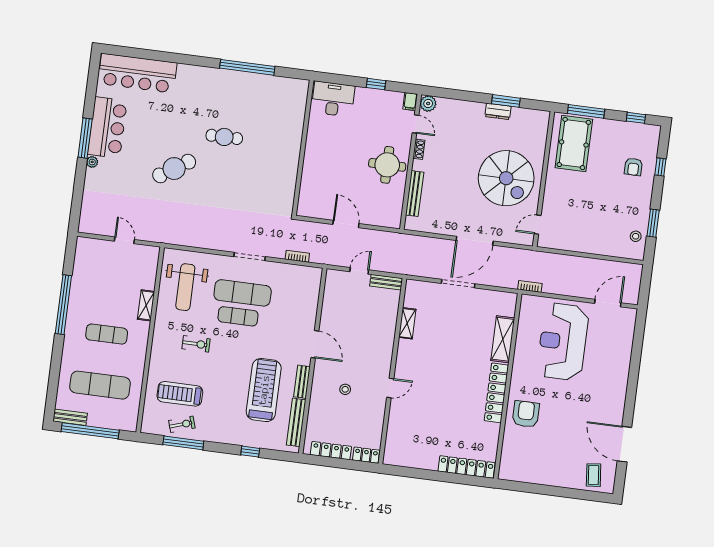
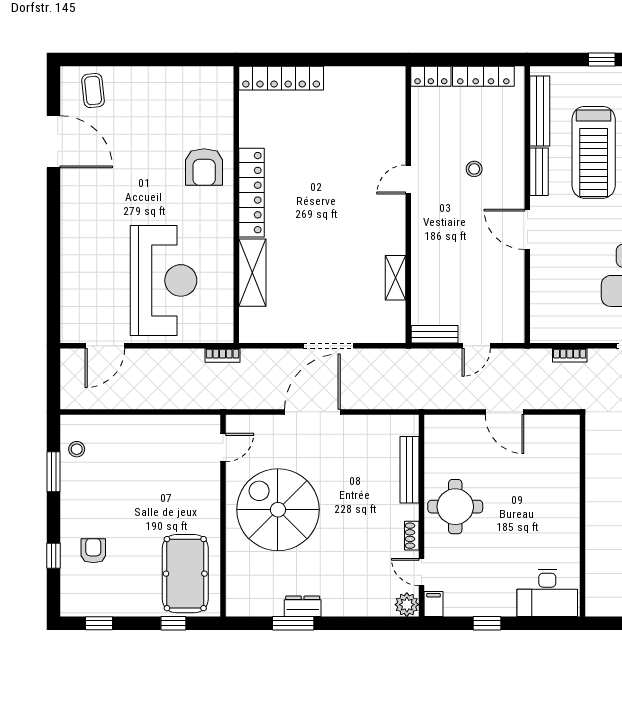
window: (586, 111) -> (173, 623), width x0.46

